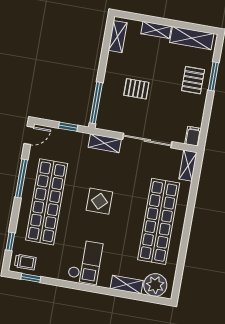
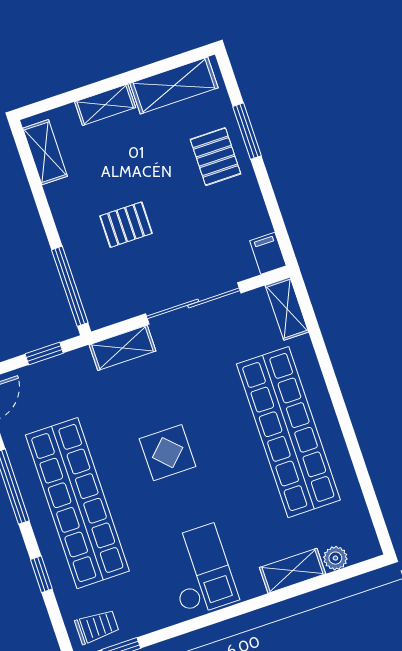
window: (10, 241) -> (41, 574), moved
plant: (155, 285) -> (335, 558), width x0.53, depth x0.53

